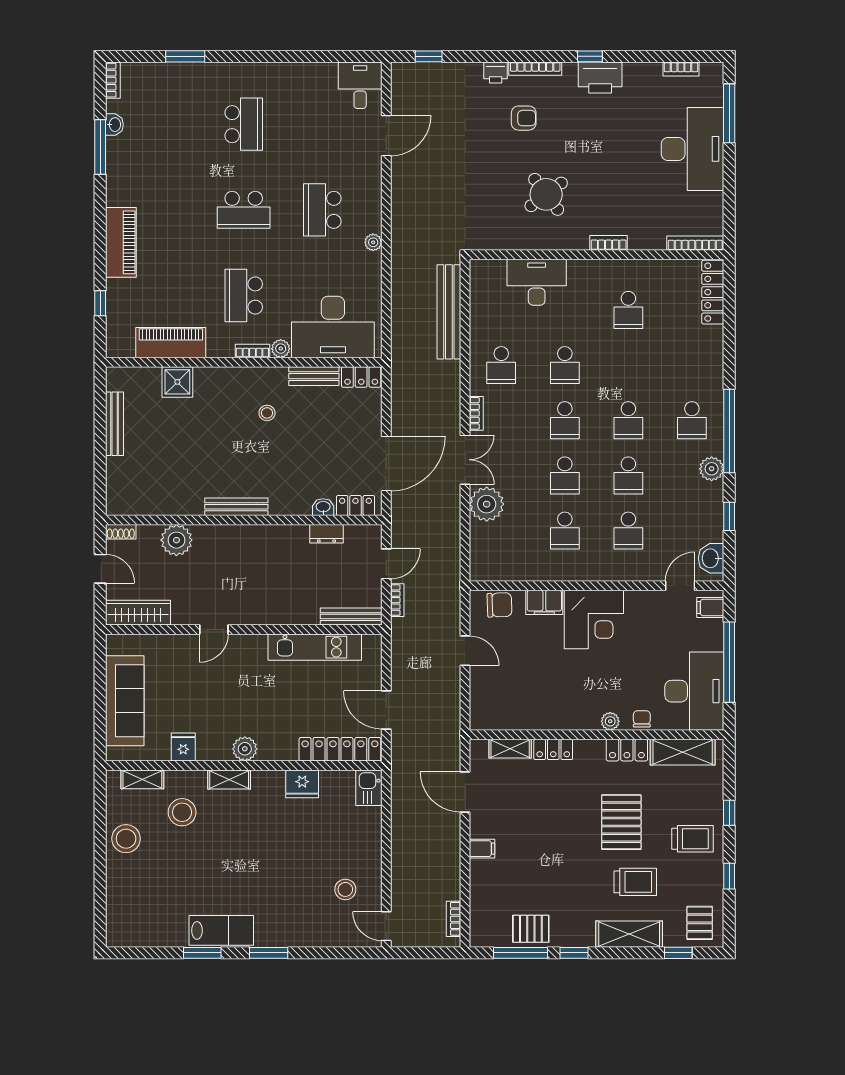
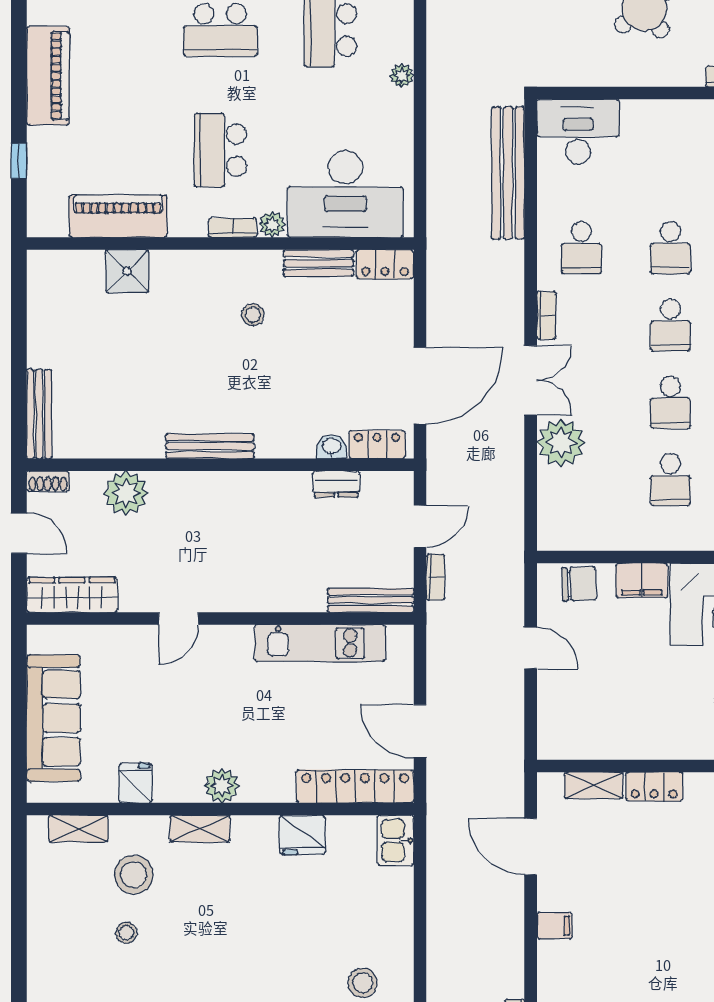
desk: (537, 282) -> (578, 132), moved
bench: (115, 424) -> (39, 414), moved
stool: (126, 839) -> (126, 933), moved, width x0.53, depth x0.53

